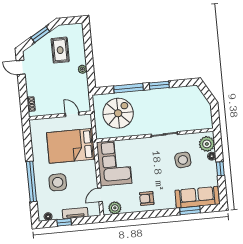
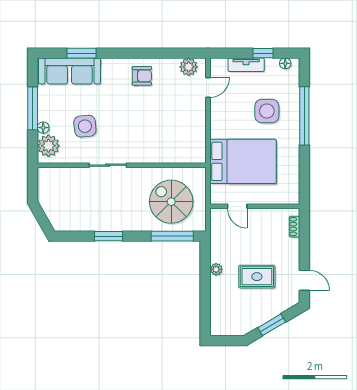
rug: (60, 50) -> (257, 277), moved, turned 90
window: (129, 88) -> (172, 236), moved
spiral stairs: (118, 113) -> (171, 202), turned 90
corner sofa: (114, 163) -> (183, 131), removed
window: (220, 169) -> (33, 108), width x2.17

